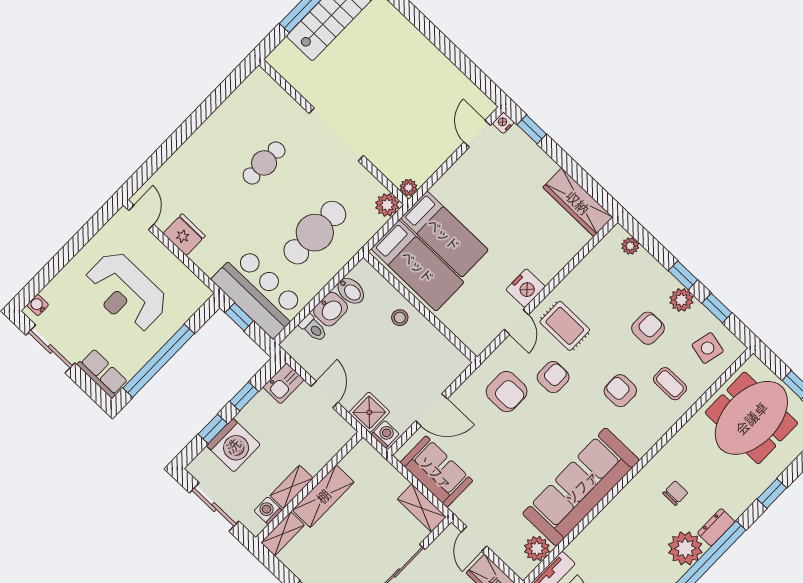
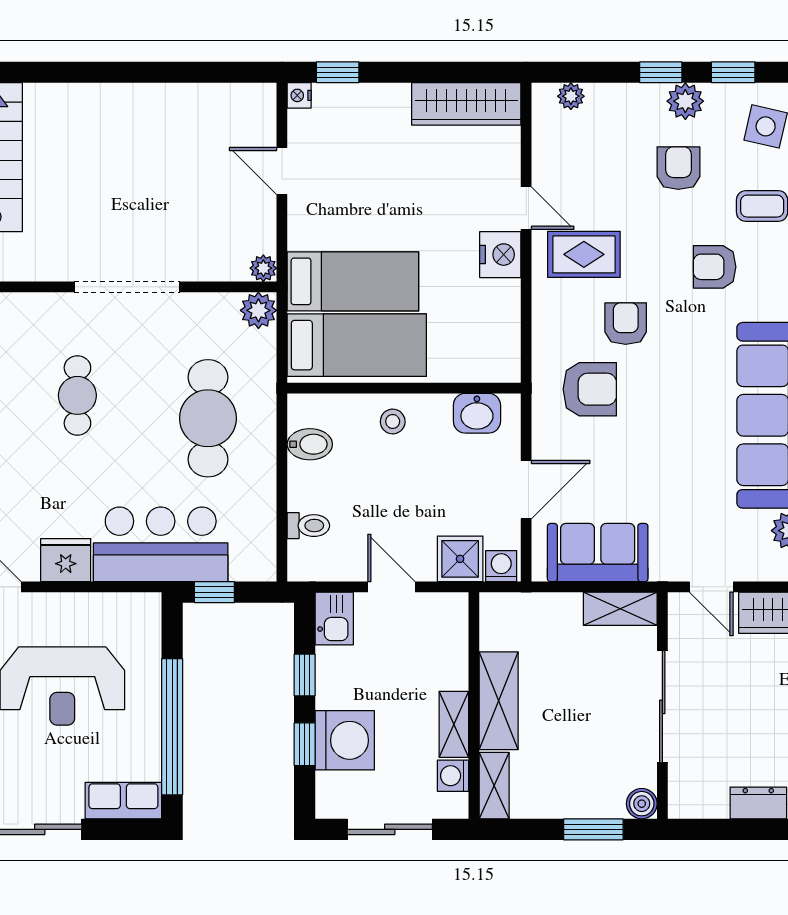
door: (477, 134) -> (282, 171), moved
bar counter: (259, 292) -> (161, 544), moved
washbasin: (331, 309) -> (477, 413), moved, turned 90
door: (516, 322) -> (526, 208), moved

